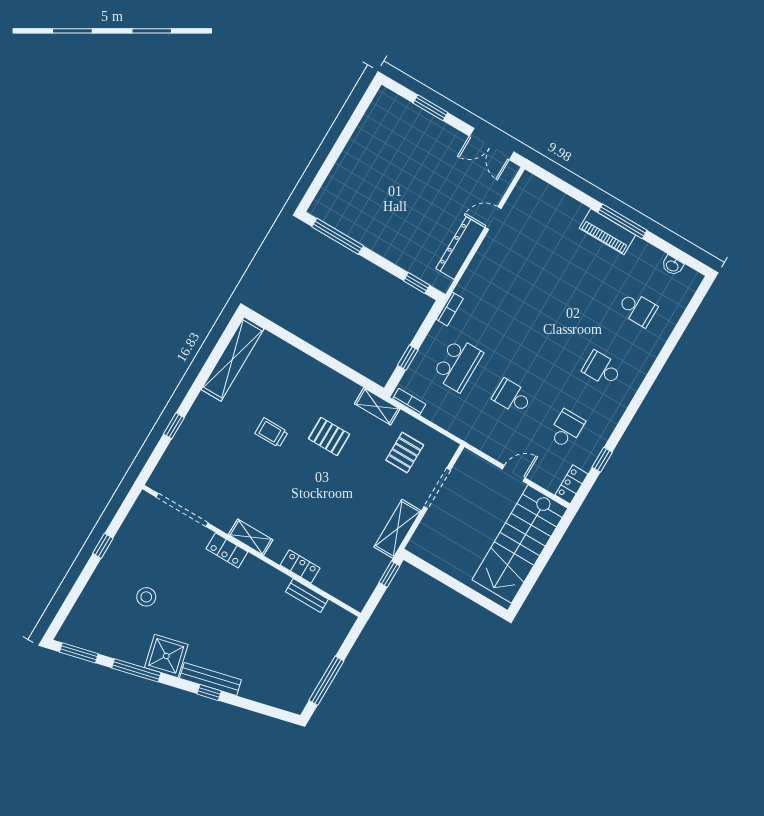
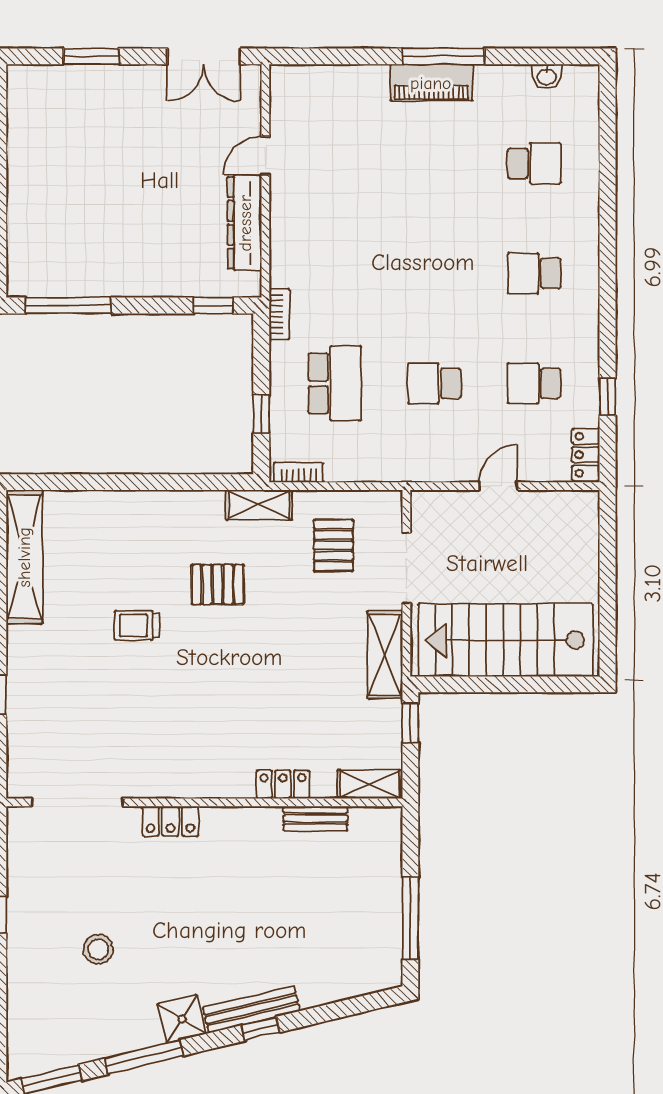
school desk: (566, 429) -> (534, 383), turned -90
shelving: (251, 537) -> (370, 784), moved
stairs: (520, 544) -> (505, 640), moved, turned 90
shower: (166, 656) -> (182, 1019), width x0.73, depth x0.73

